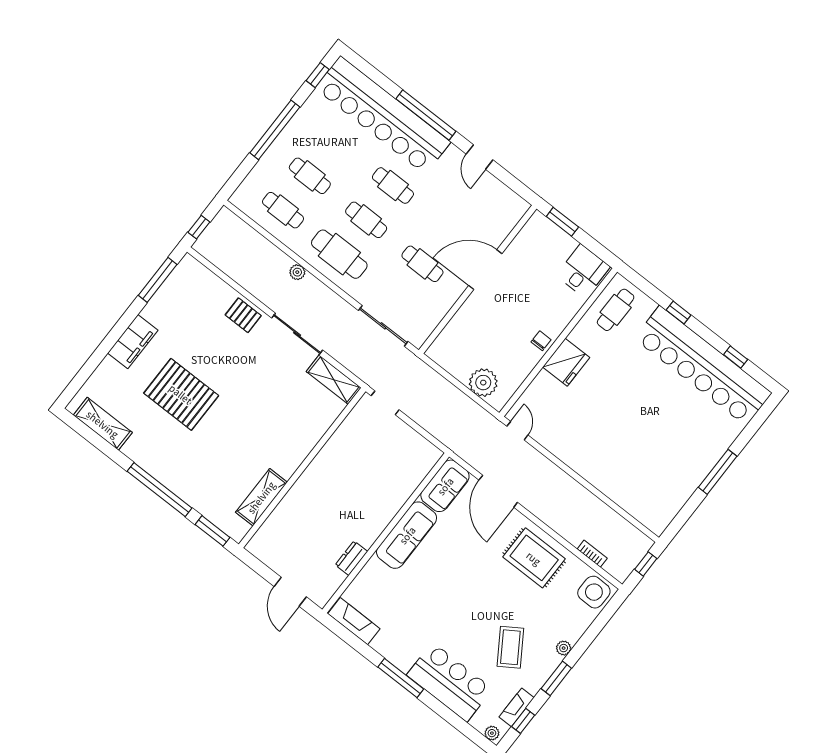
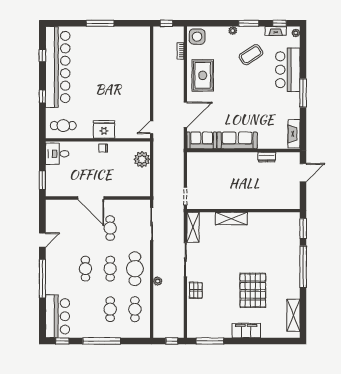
bar counter: (383, 115) -> (58, 316), width x0.54
shelving: (261, 497) -> (231, 219), moved

